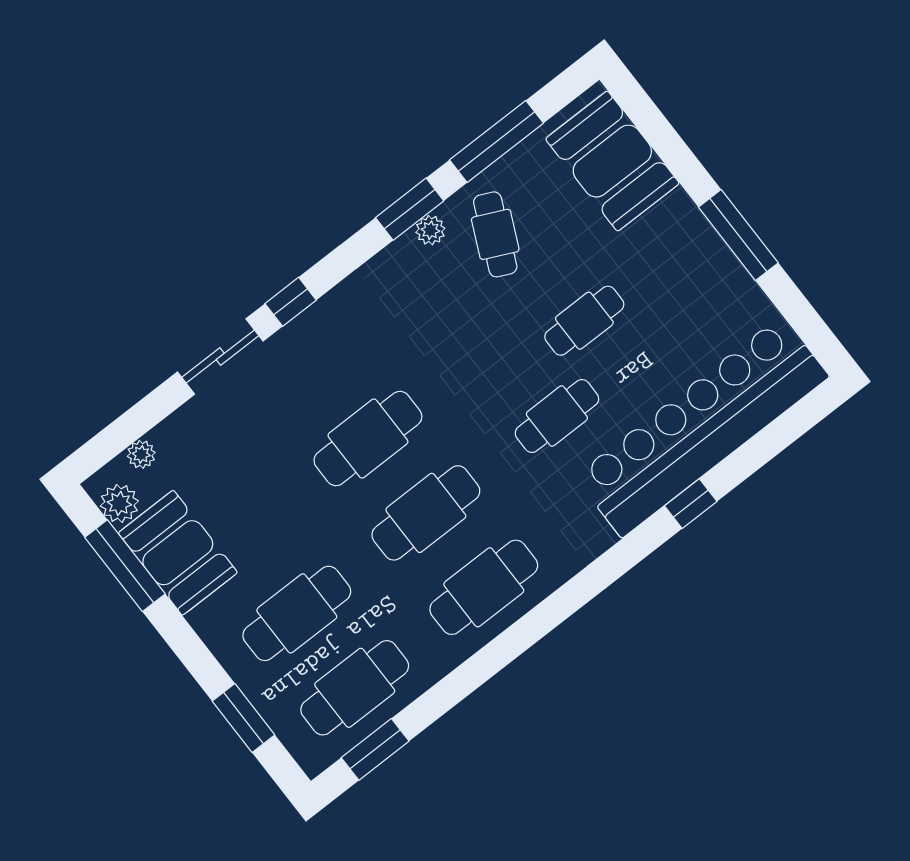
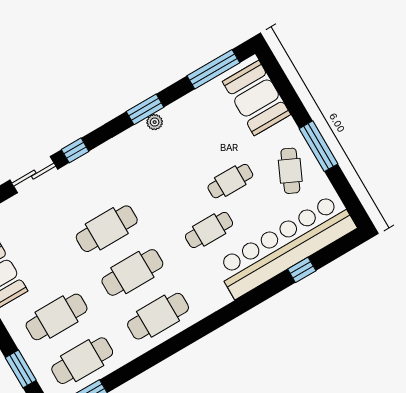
window: (496, 142) -> (213, 69), moved
cafe table: (495, 234) -> (290, 171), moved
window: (691, 504) -> (302, 270), moved

